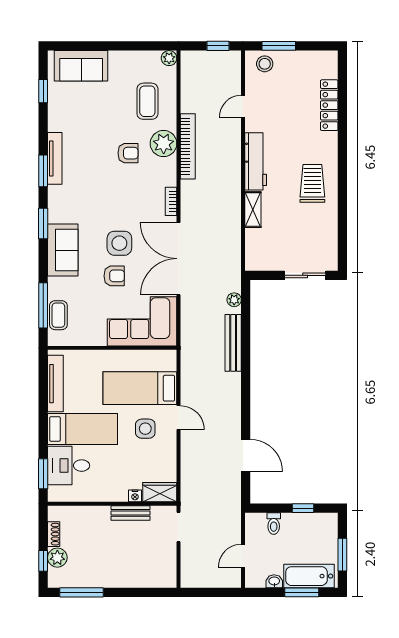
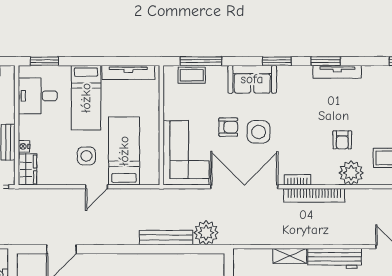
bookcase: (188, 146) -> (314, 195), moved
armchair: (114, 276) -> (228, 127), turned -90
plant: (234, 300) -> (206, 233), width x1.88, depth x1.88
desk: (69, 466) -> (38, 96), moved, turned -90

